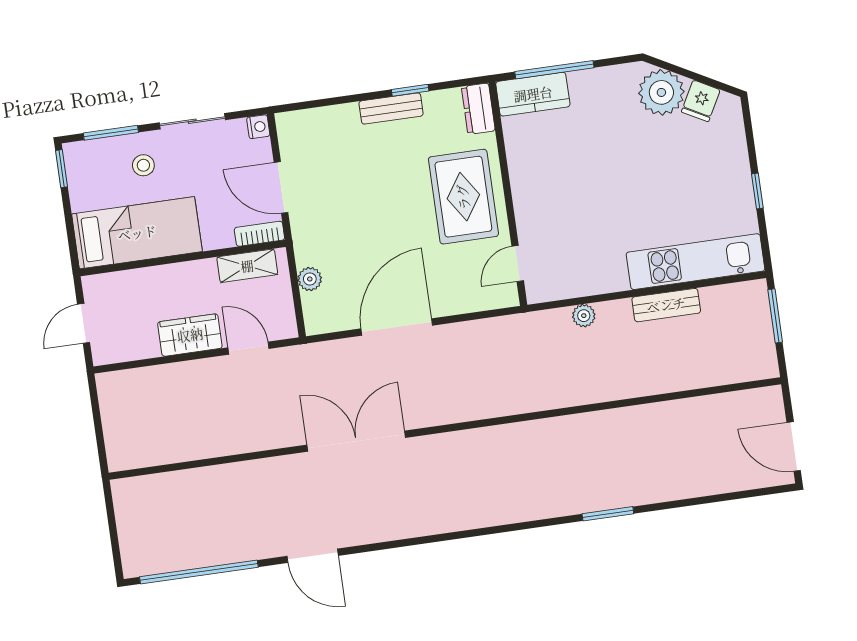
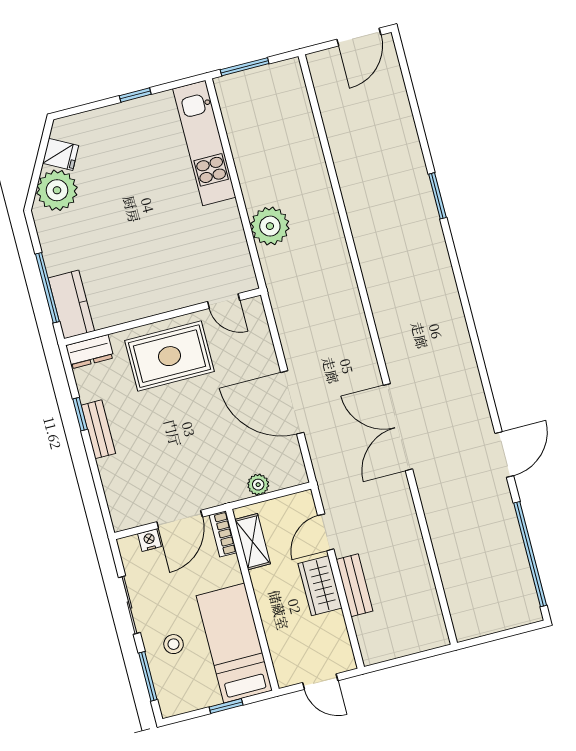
nightstand: (258, 127) -> (149, 540), moved
window: (62, 169) -> (226, 706), moved
bench: (666, 305) -> (355, 585), moved
plant: (584, 316) -> (270, 226), width x1.88, depth x1.88

